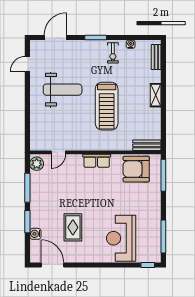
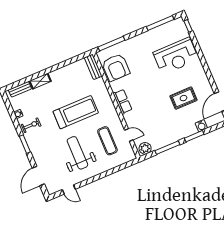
door: (55, 37) -> (38, 176), hinge flipped
shelving: (156, 95) -> (40, 81), moved
exercise mat: (62, 127) -> (107, 141), added

